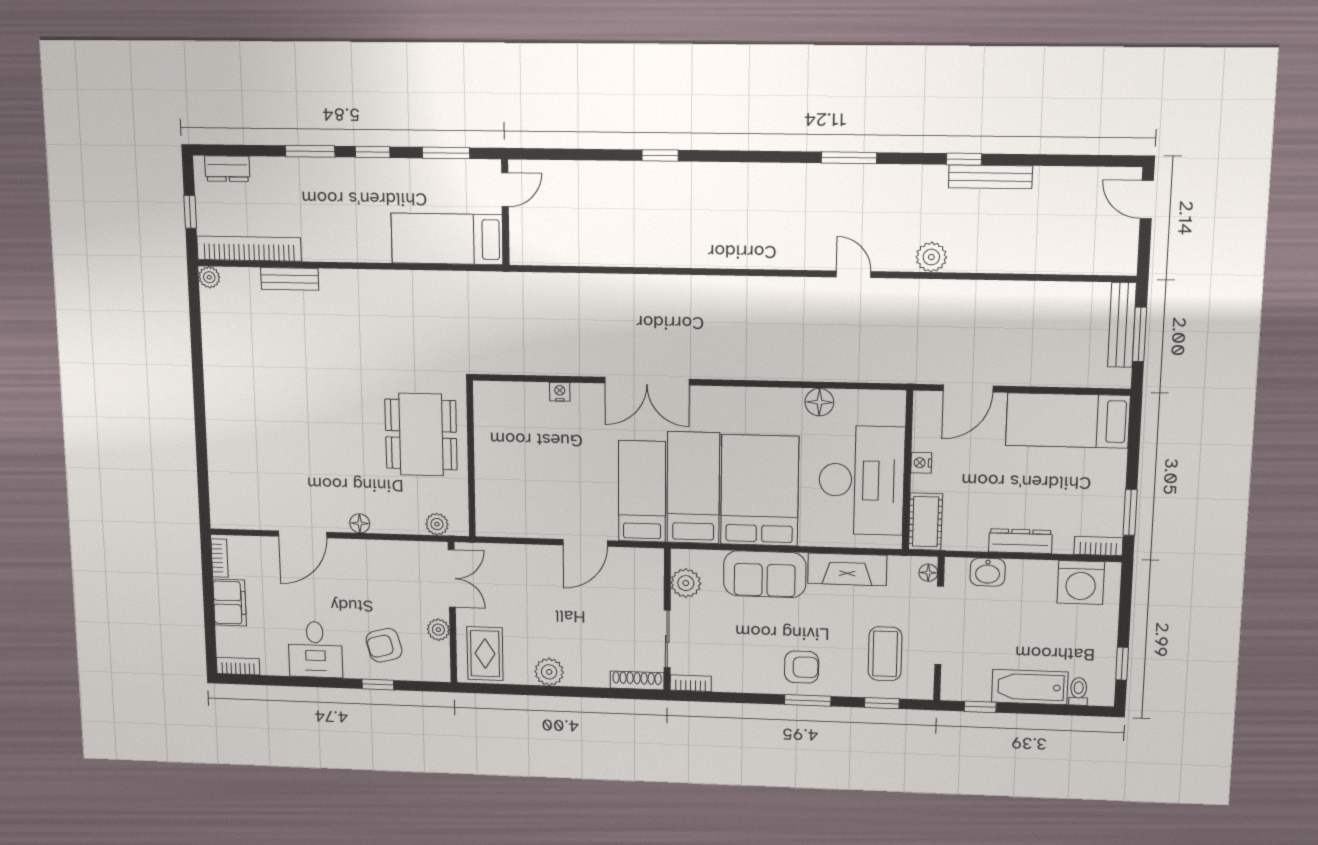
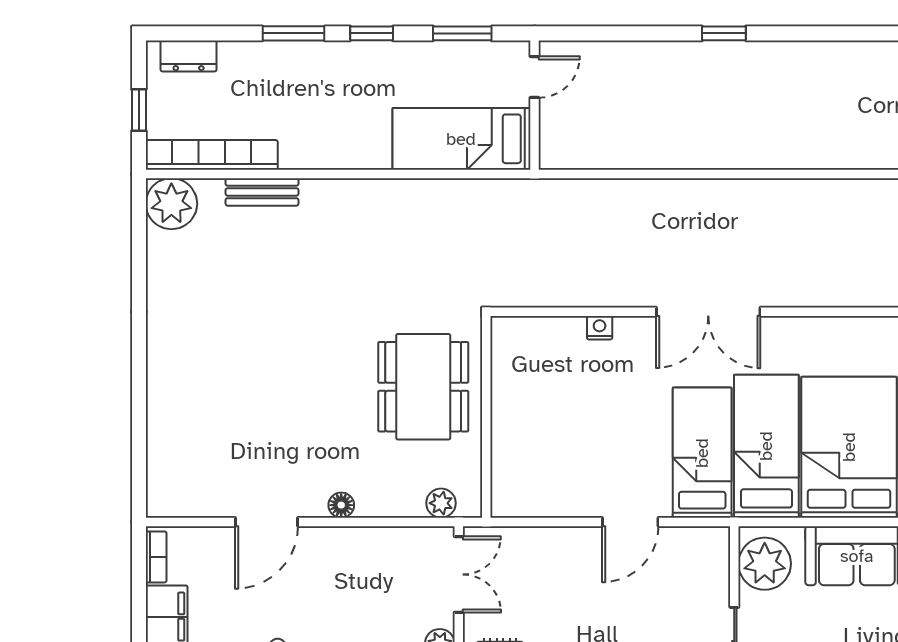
plant: (209, 277) -> (171, 204), width x1.88, depth x1.88
plant: (686, 583) -> (765, 564), width x1.36, depth x1.36

